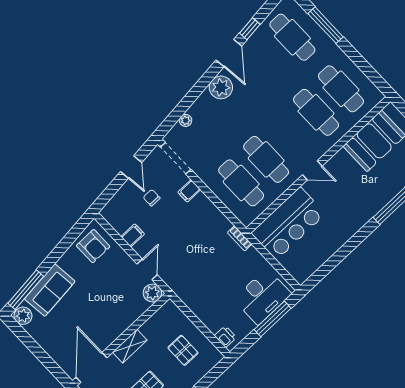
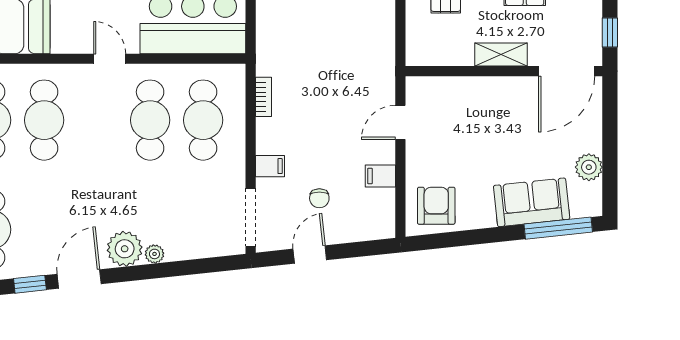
plant: (186, 120) -> (154, 254), moved
bookcase: (240, 238) -> (263, 97), moved
plant: (152, 293) -> (419, 90), removed
plant: (23, 316) -> (589, 167), moved

